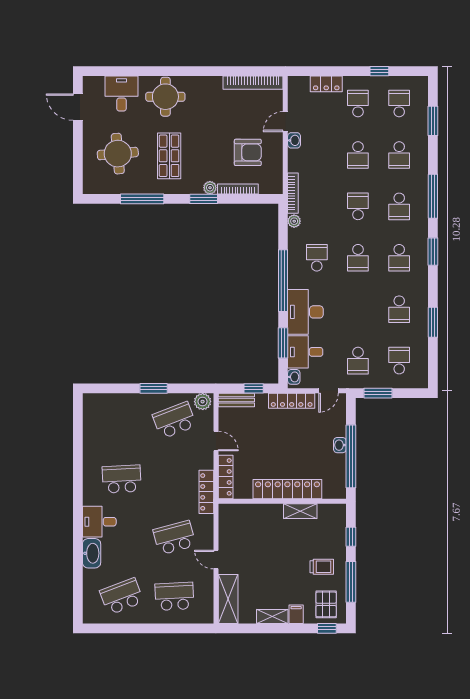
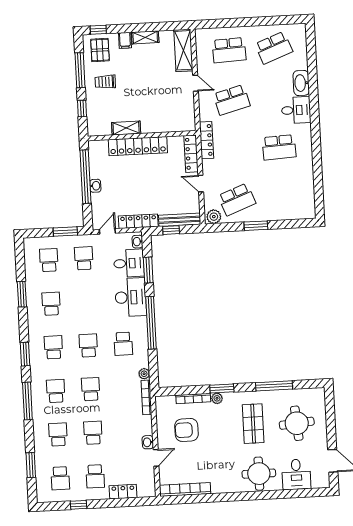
school desk: (358, 206) -> (91, 389), turned 180
school desk: (399, 361) -> (49, 260), turned 180
bench: (236, 400) -> (180, 220), width x1.36

